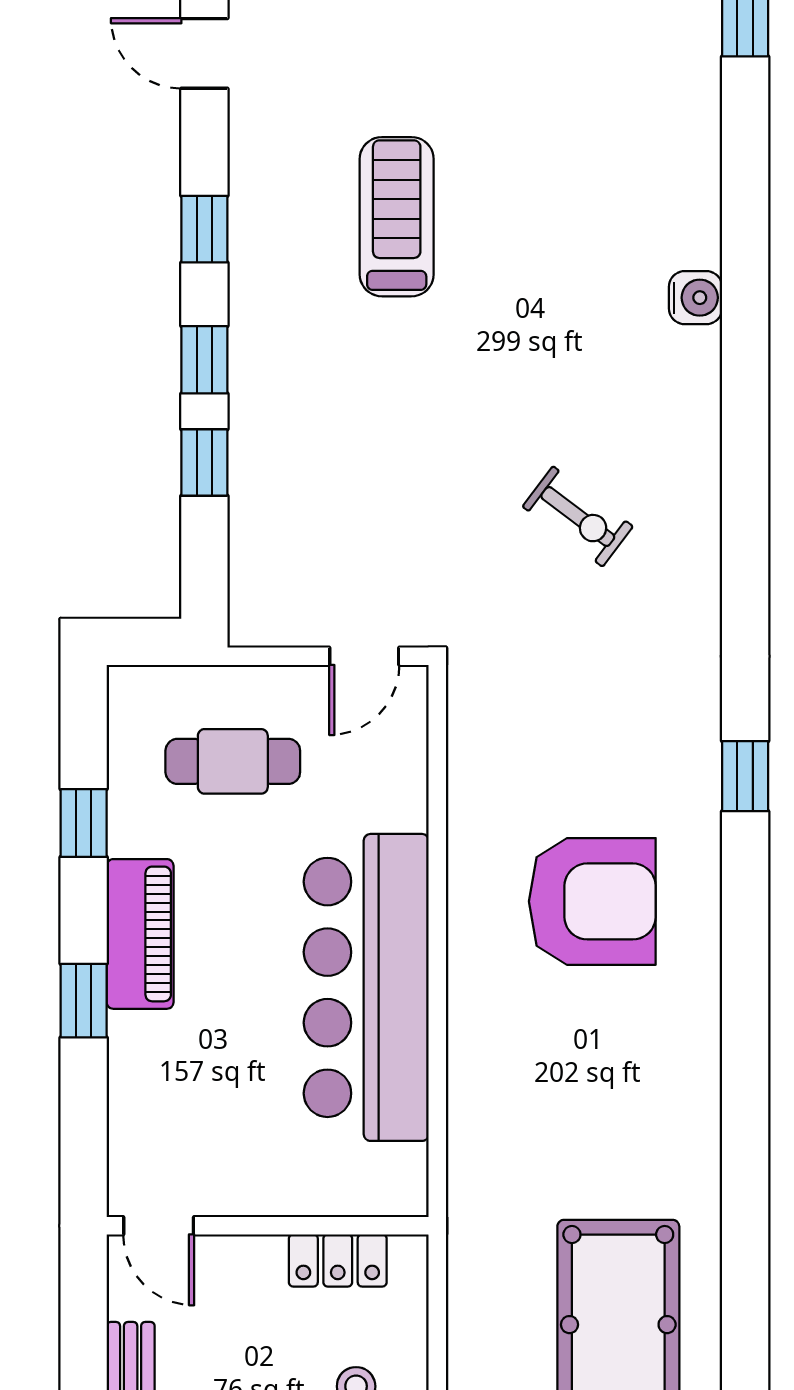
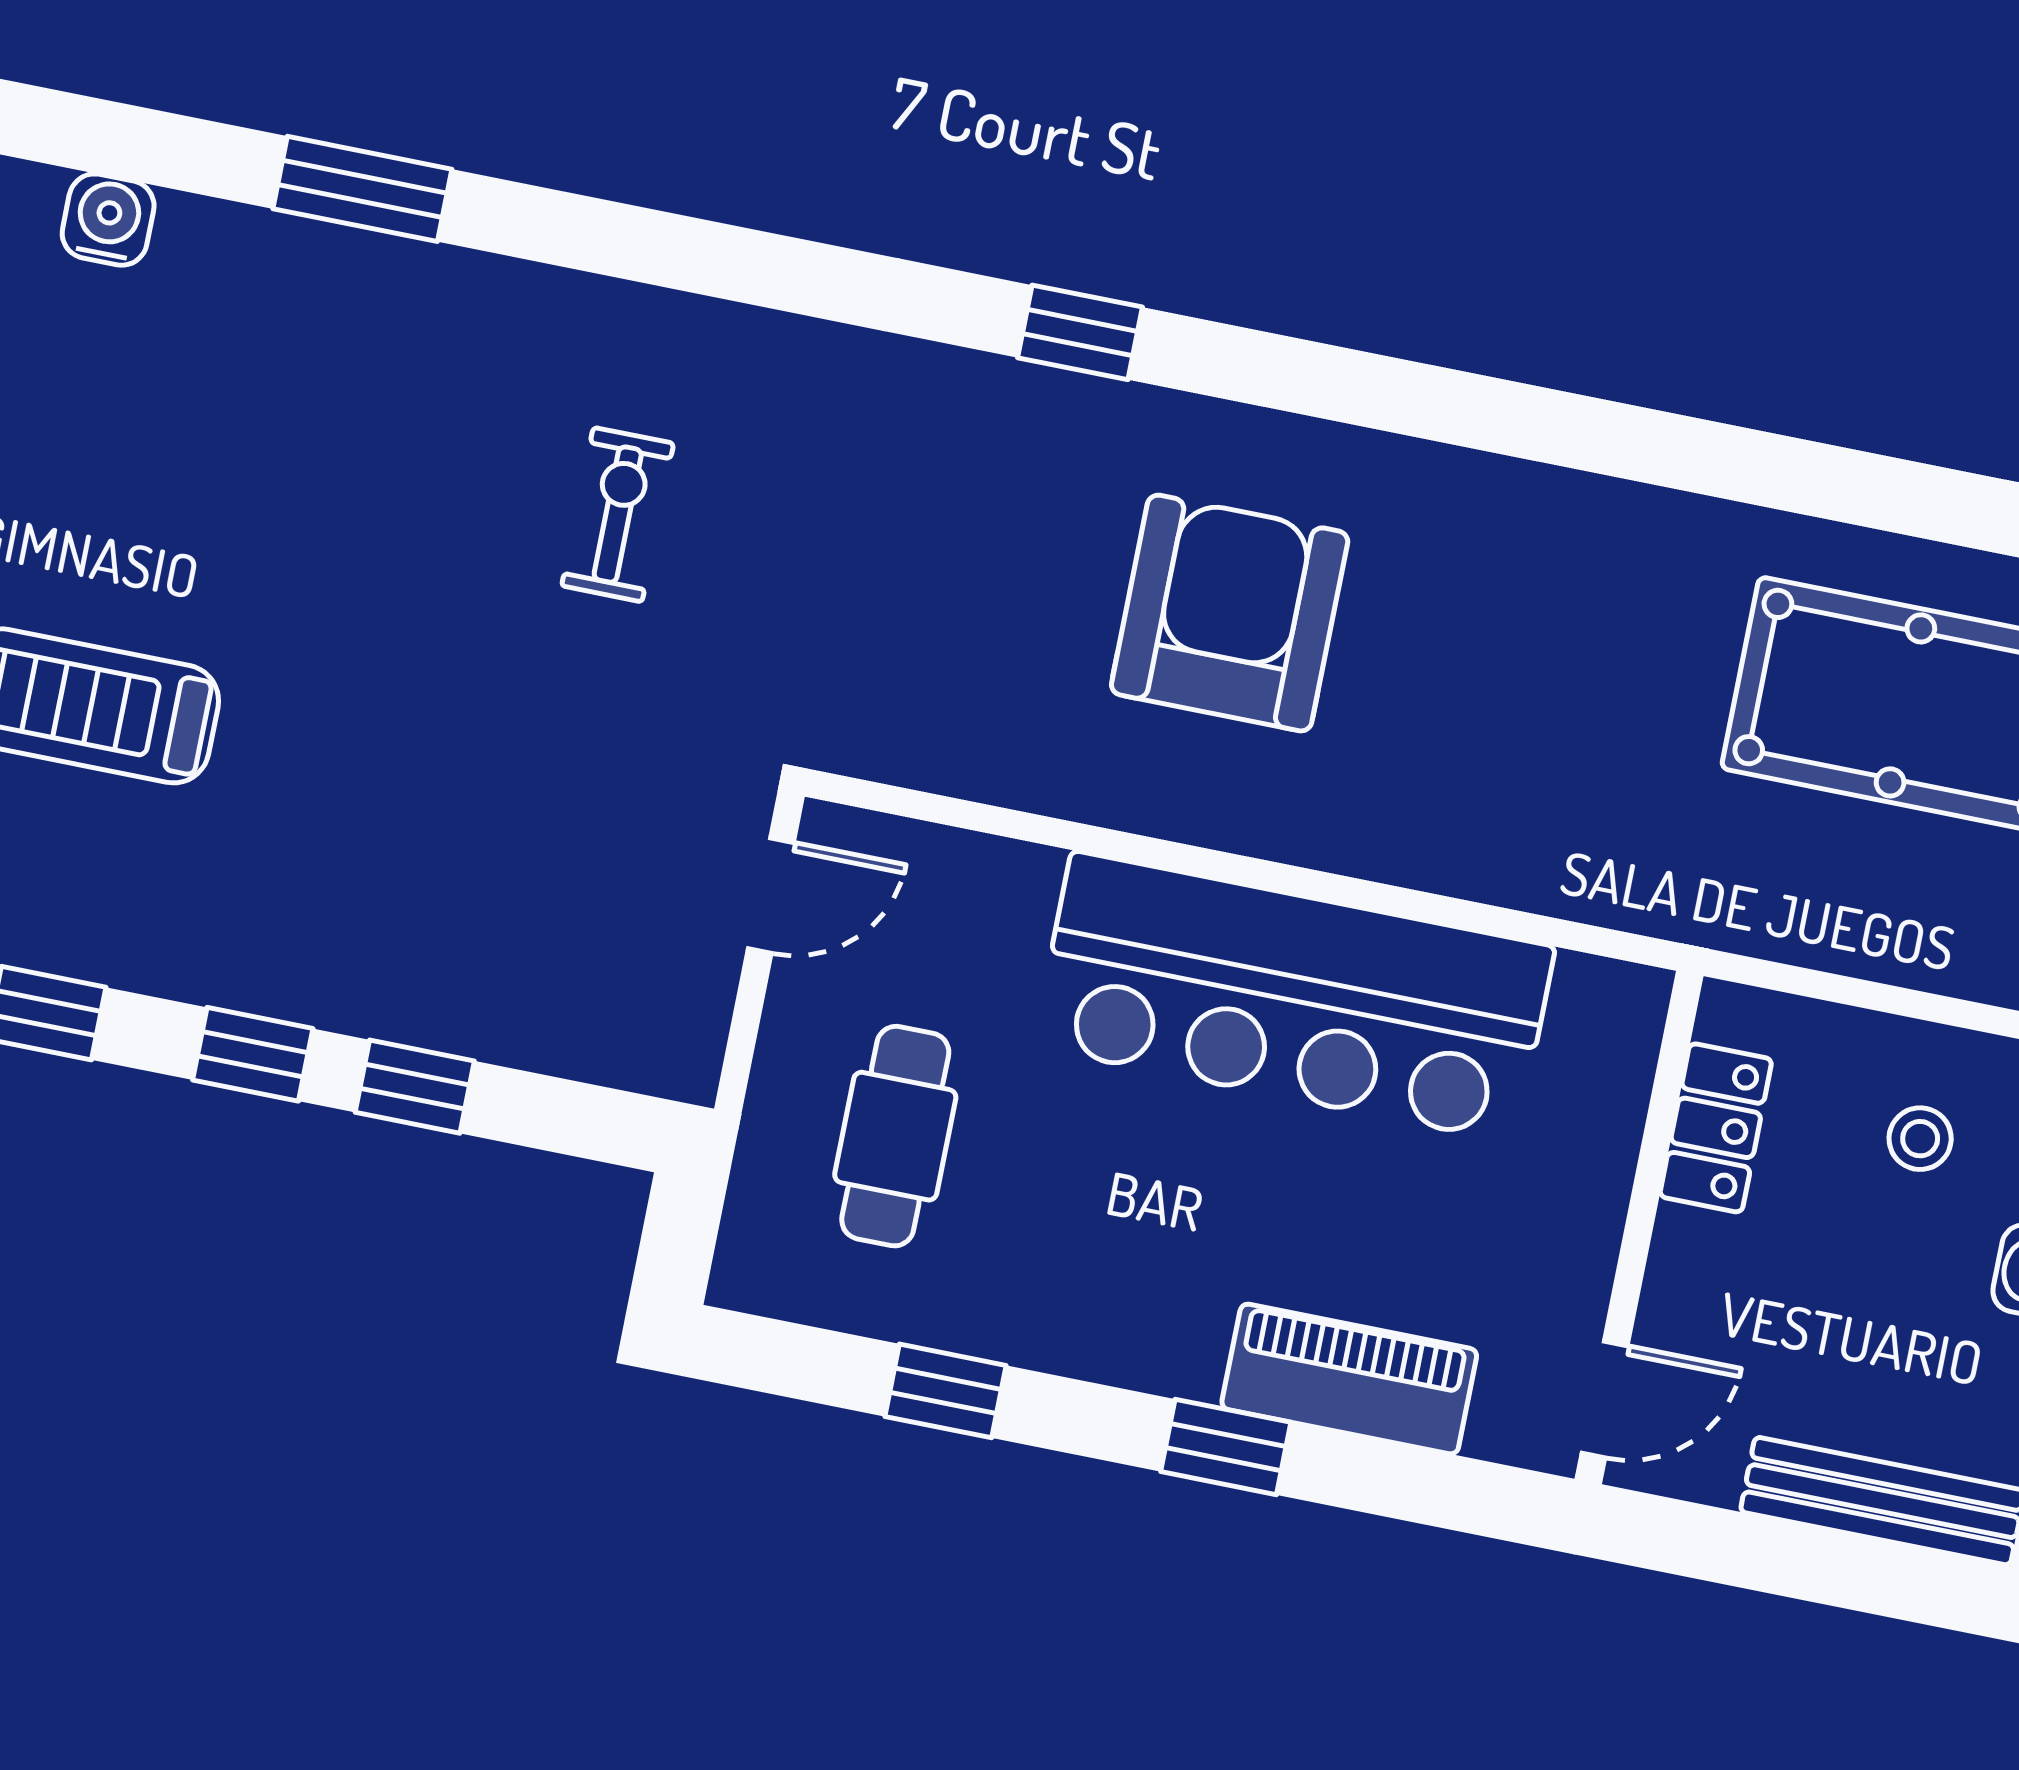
water cooler: (696, 298) -> (108, 220), moved
window: (745, 321) -> (362, 189), added
exercise bike: (578, 517) -> (618, 515), turned -37
door: (364, 656) -> (771, 895), hinge flipped
piano: (140, 934) -> (1349, 1379), moved

